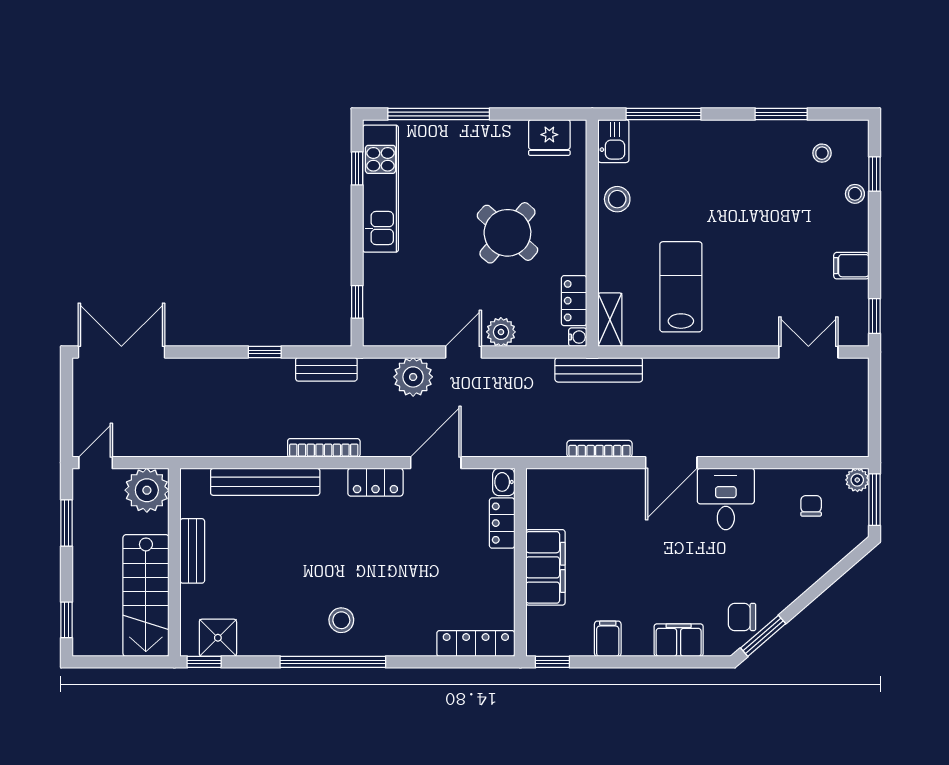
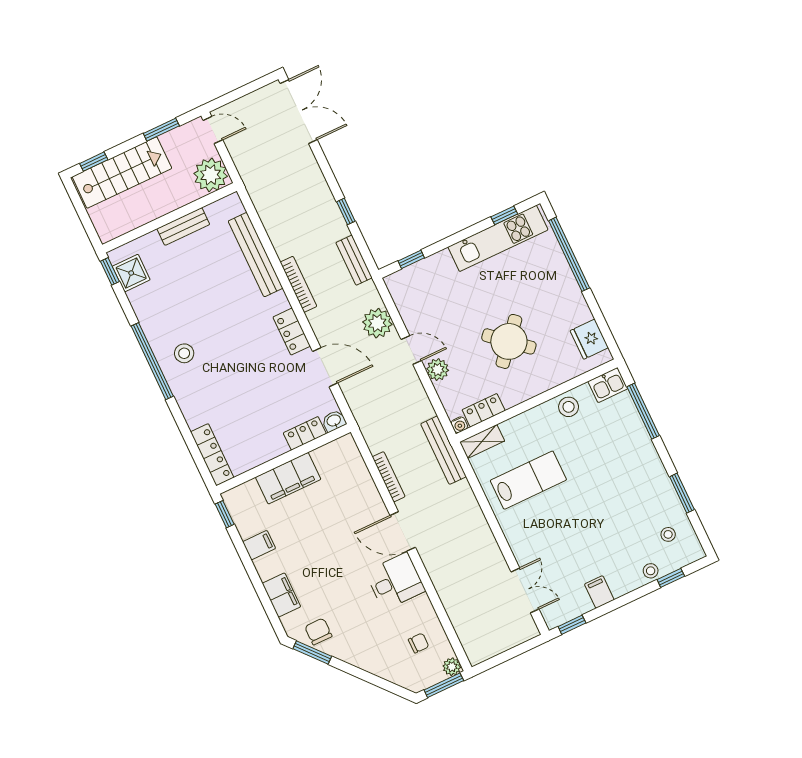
stairs: (146, 596) -> (122, 173), moved, turned 180

